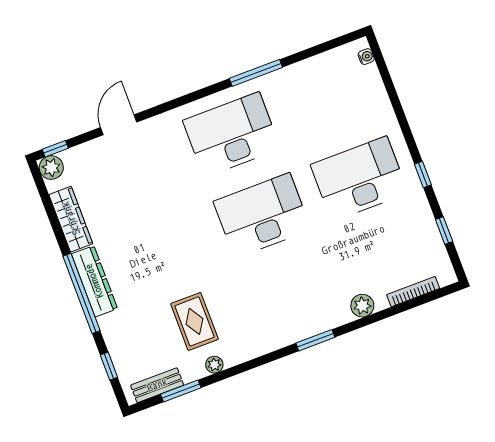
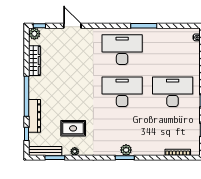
door: (119, 125) -> (72, 26), hinge flipped
dresser: (94, 281) -> (34, 116), moved
plant: (362, 306) -> (126, 150), moved
rug: (194, 321) -> (73, 128), turned 90
bench: (157, 385) -> (45, 151), width x1.36

